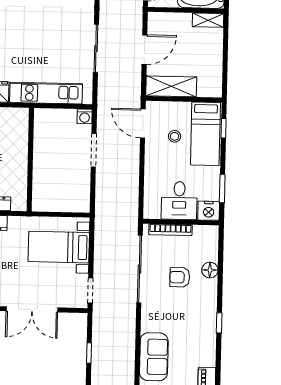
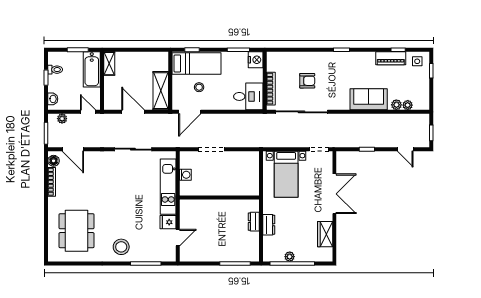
washing machine: (85, 116) -> (185, 175), moved
desk: (179, 201) -> (248, 96), moved
floor lamp: (210, 270) -> (301, 58), removed
armchair: (180, 277) -> (307, 81), turned -90

